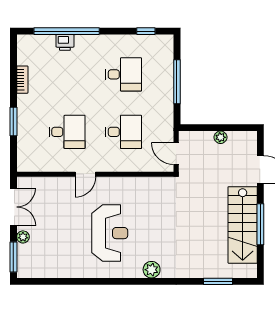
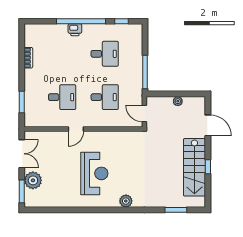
window: (67, 31) -> (81, 21), moved
printer: (65, 42) -> (75, 30), moved
window: (177, 82) -> (145, 72), moved
window: (13, 122) -> (22, 102), moved
window: (260, 224) -> (208, 167), width x0.46
plant: (23, 237) -> (33, 180), width x1.88, depth x1.88

